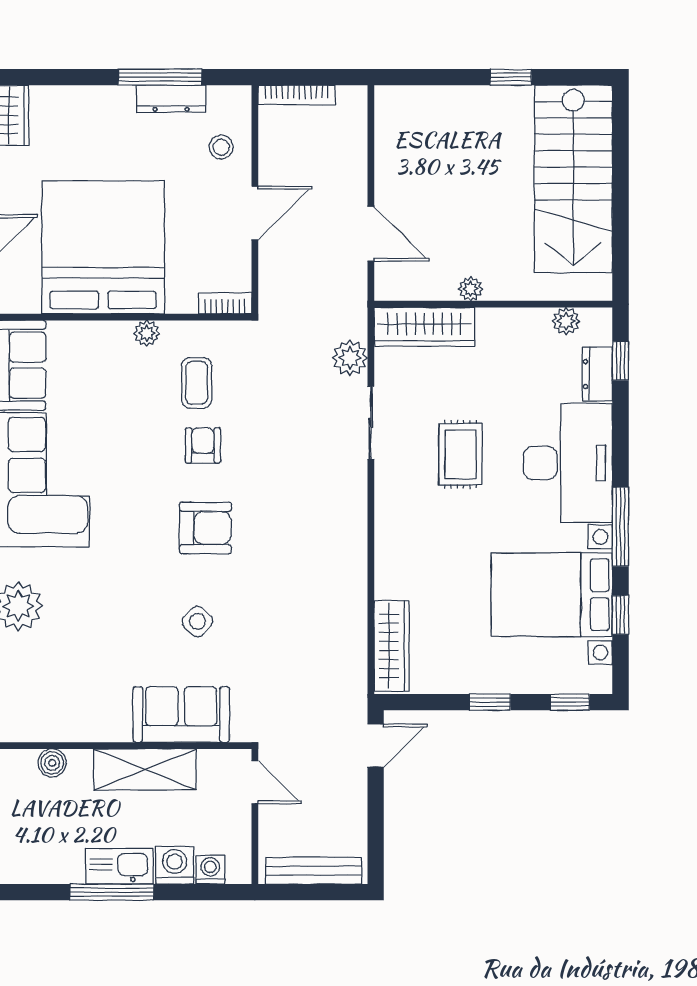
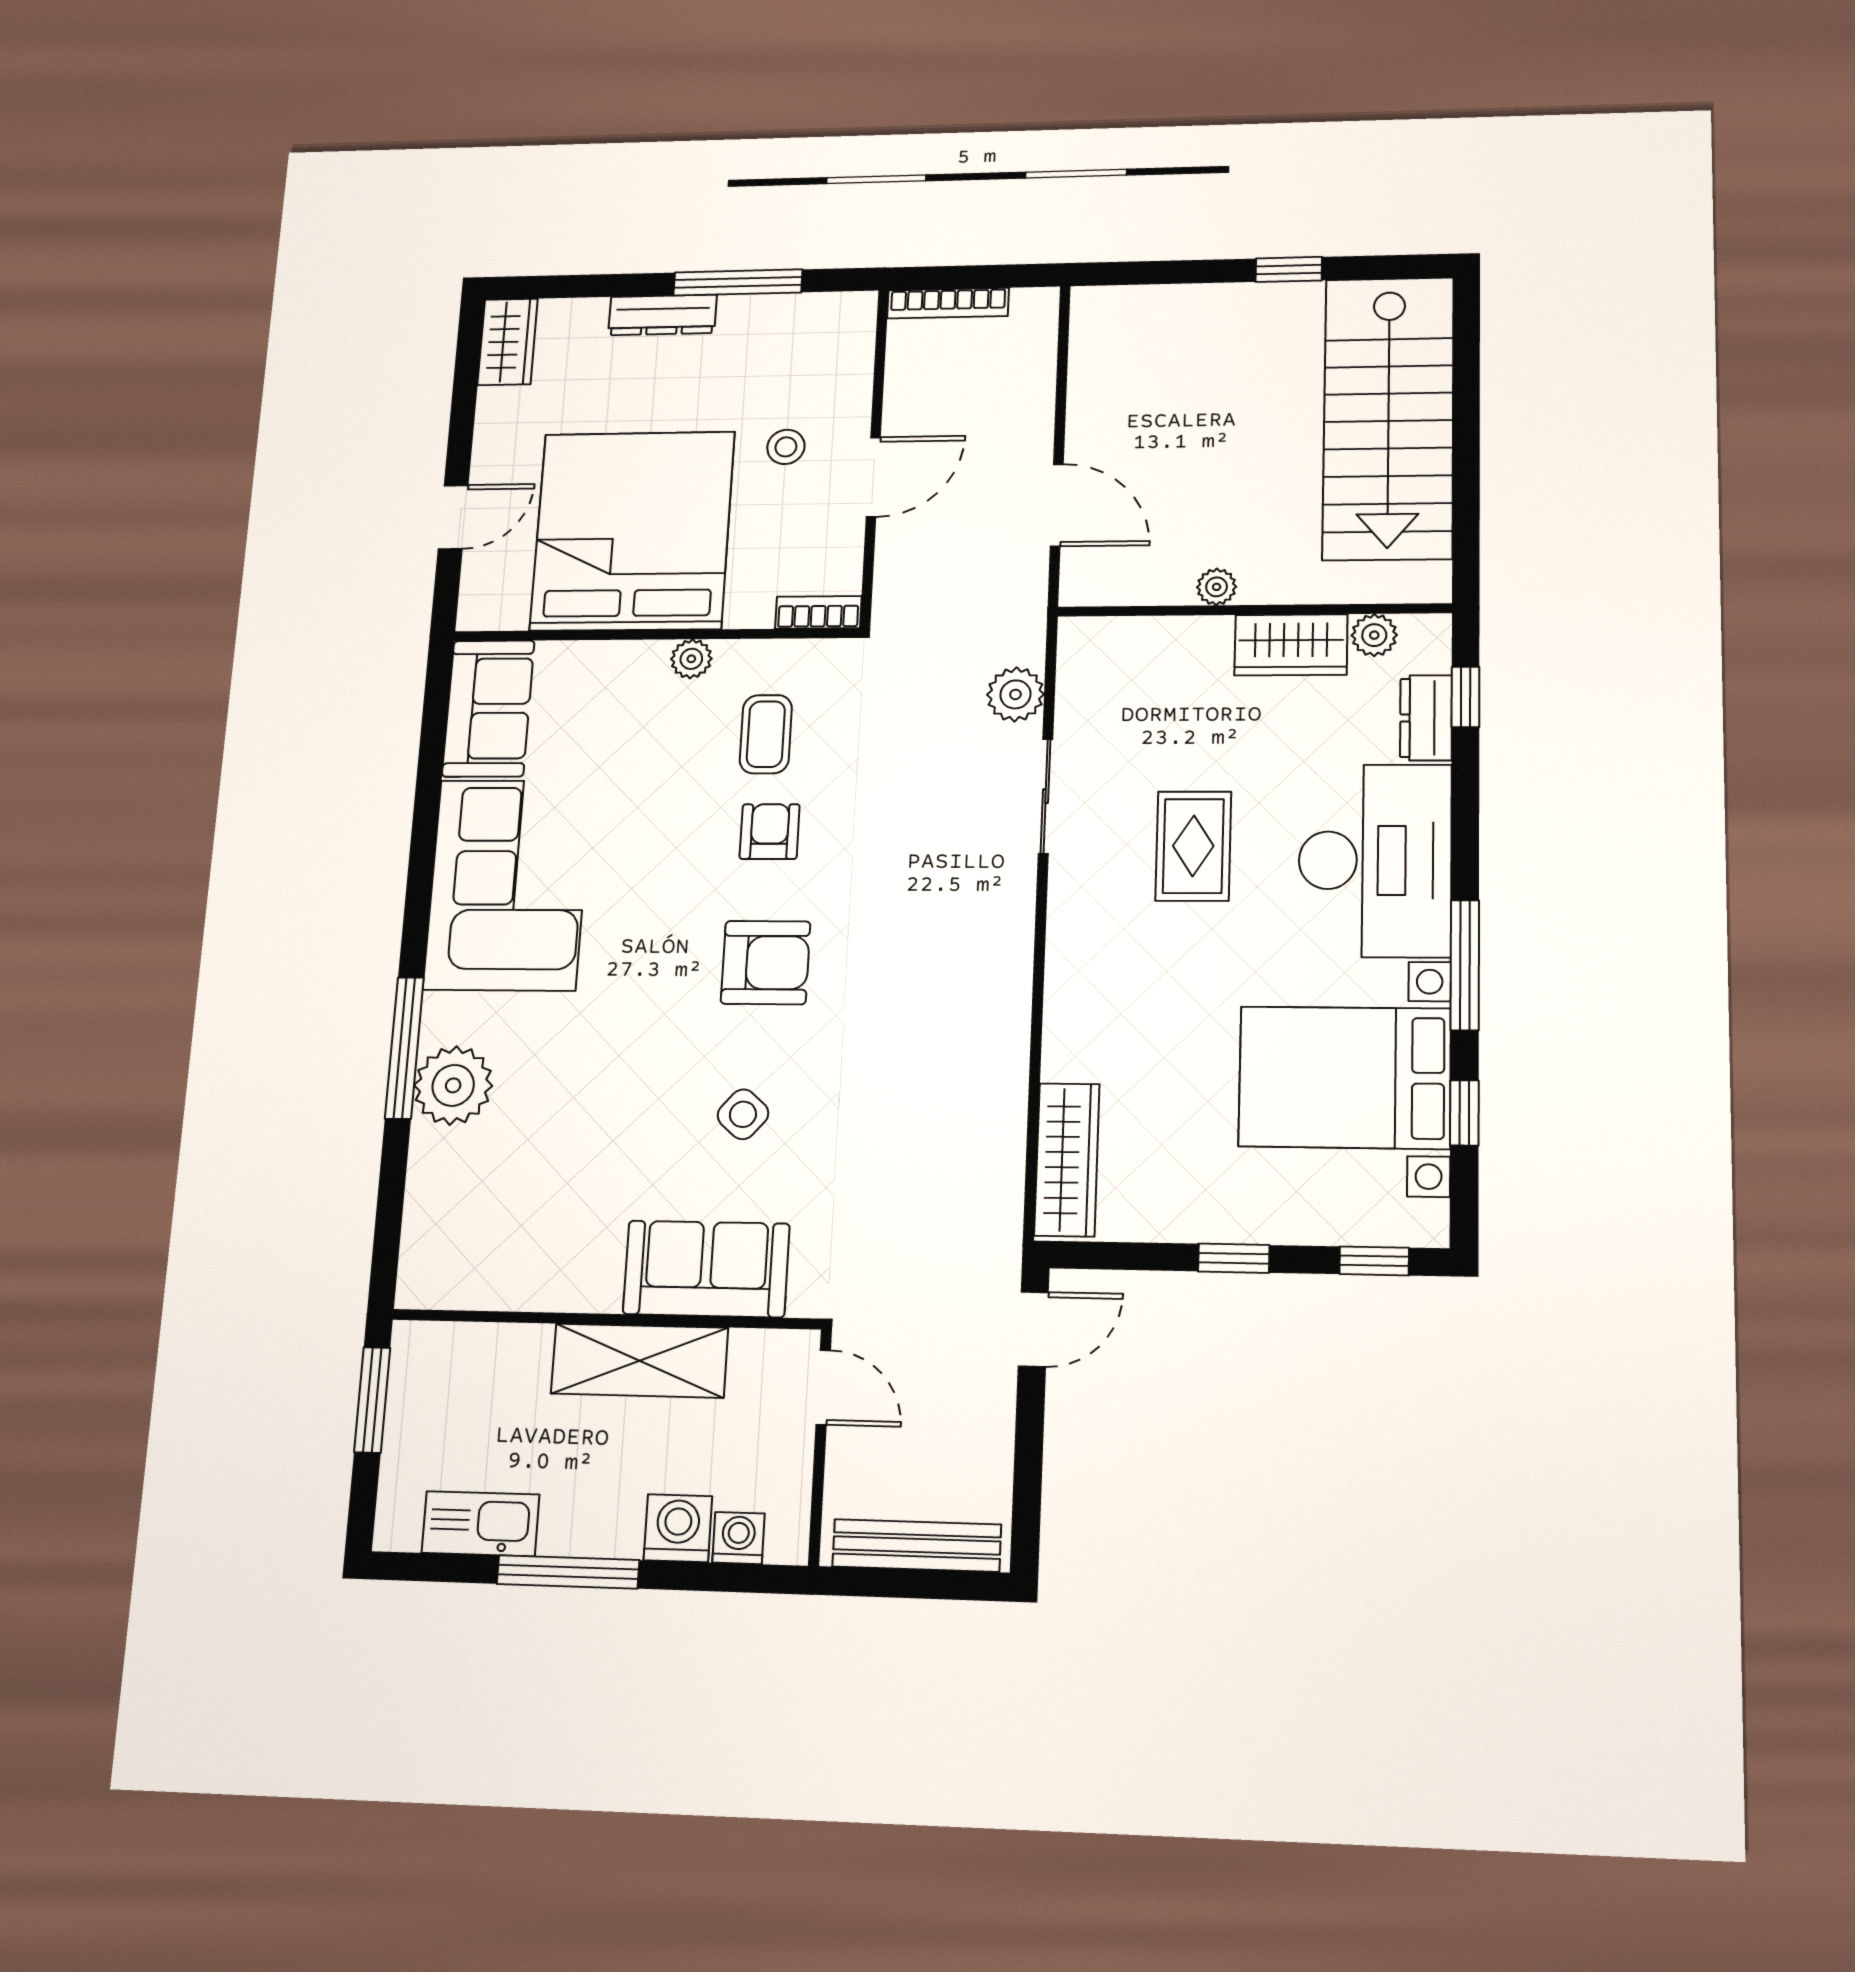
dresser: (171, 99) -> (663, 315), moved
stool: (221, 147) -> (786, 447), moved
wardrobe: (424, 327) -> (1291, 645), moved, width x0.67
boiler: (52, 763) -> (486, 1346), removed
kitchen sink: (119, 866) -> (481, 1524), moved

